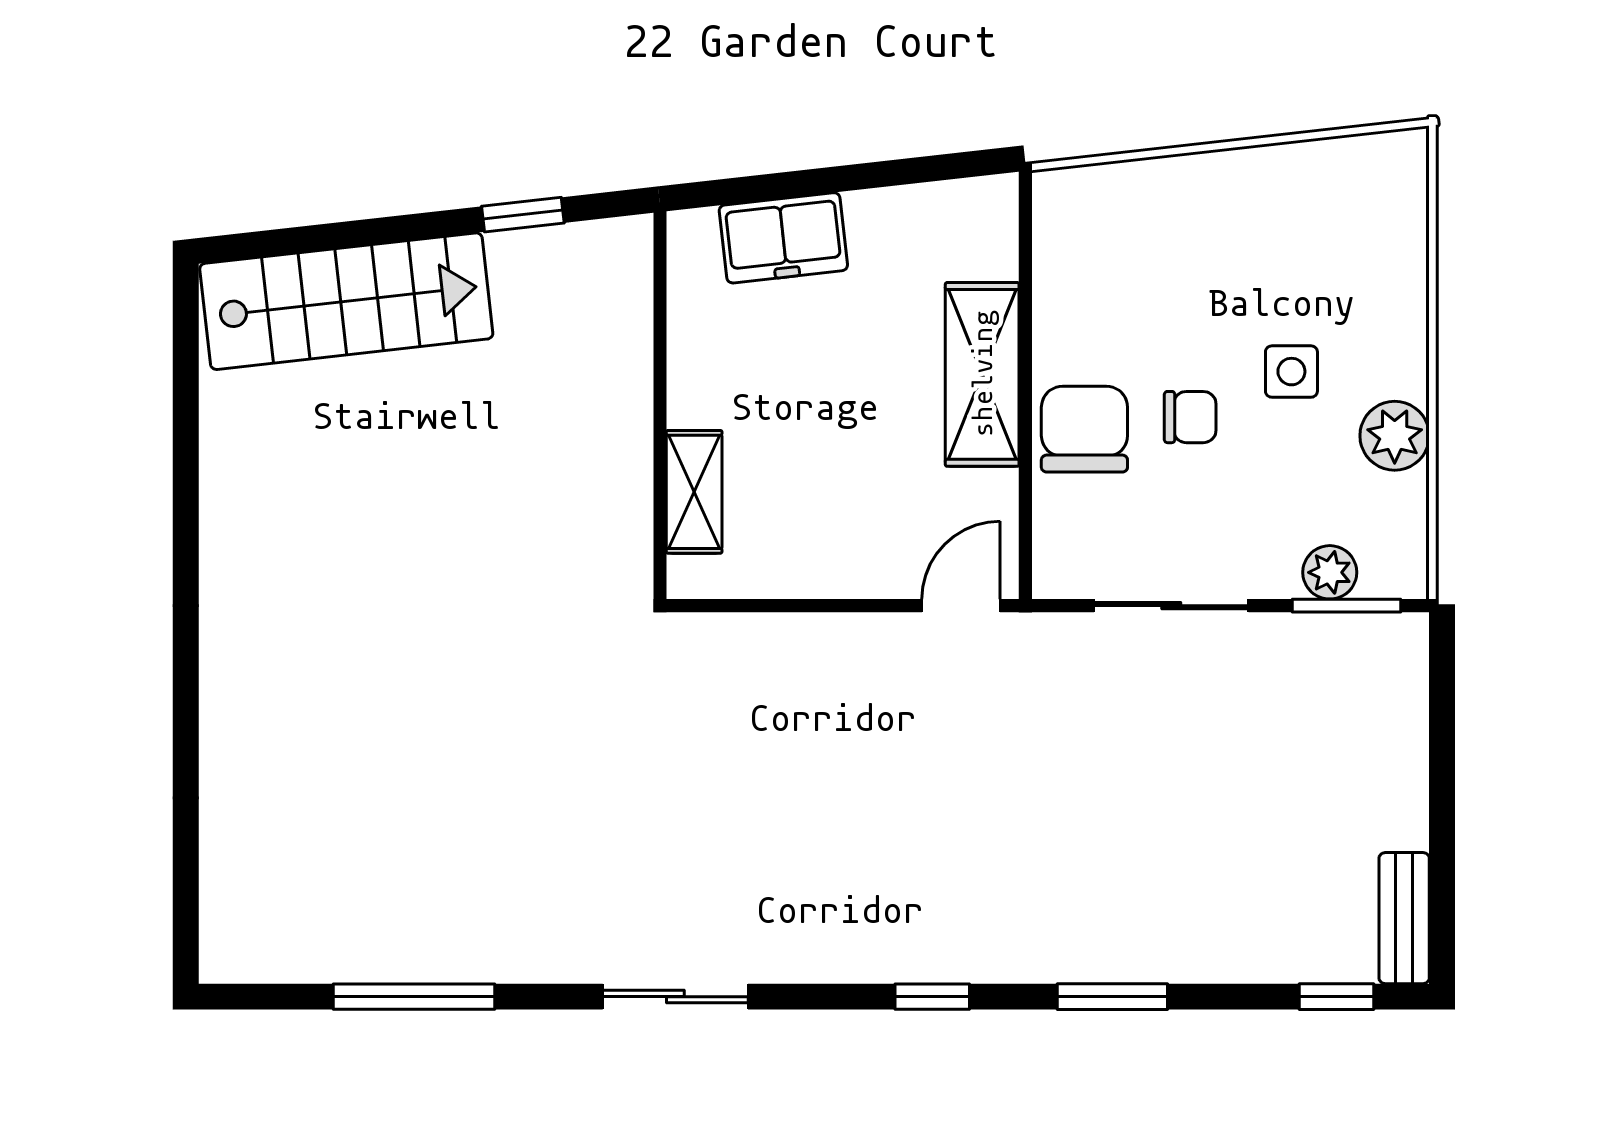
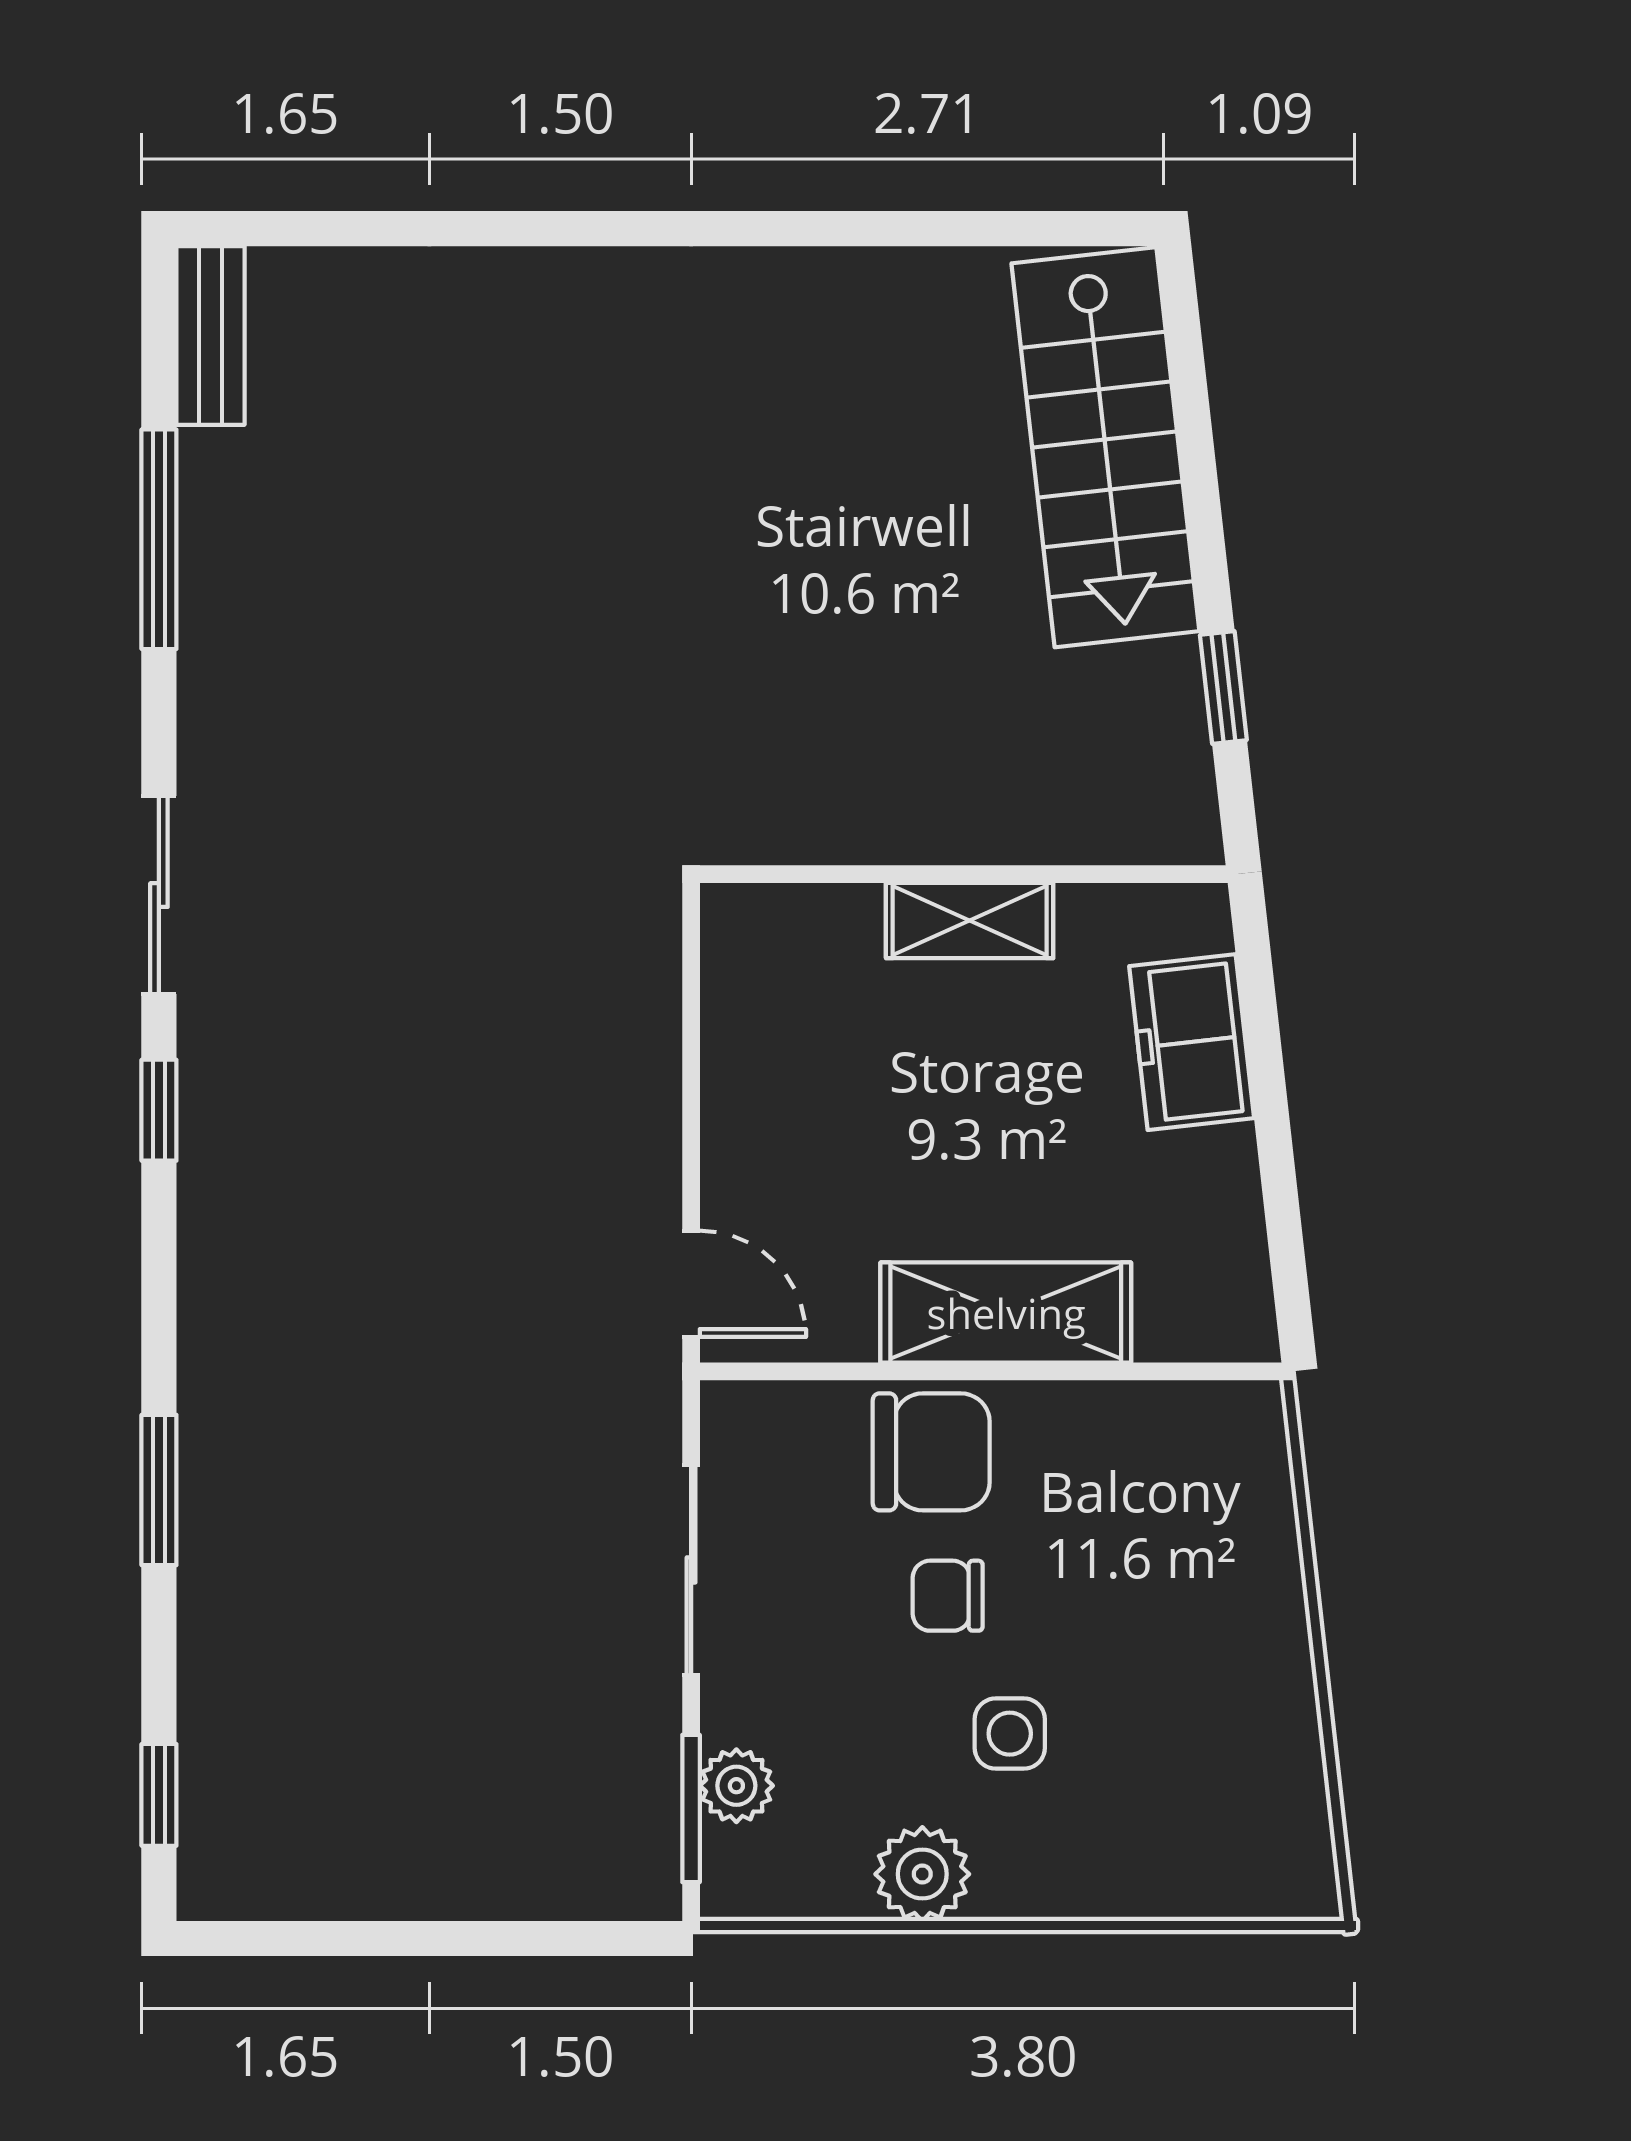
chair: (1190, 417) -> (948, 1596), turned 90
shelving: (694, 492) -> (970, 921), moved
bench: (1404, 918) -> (210, 335), moved, turned 90
window: (932, 997) -> (159, 1110), moved

